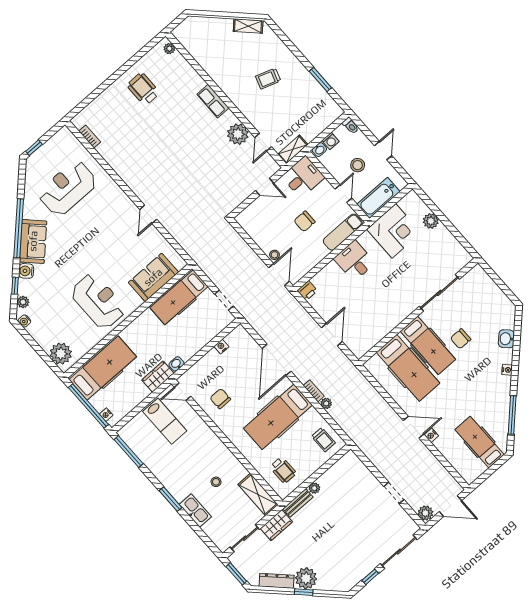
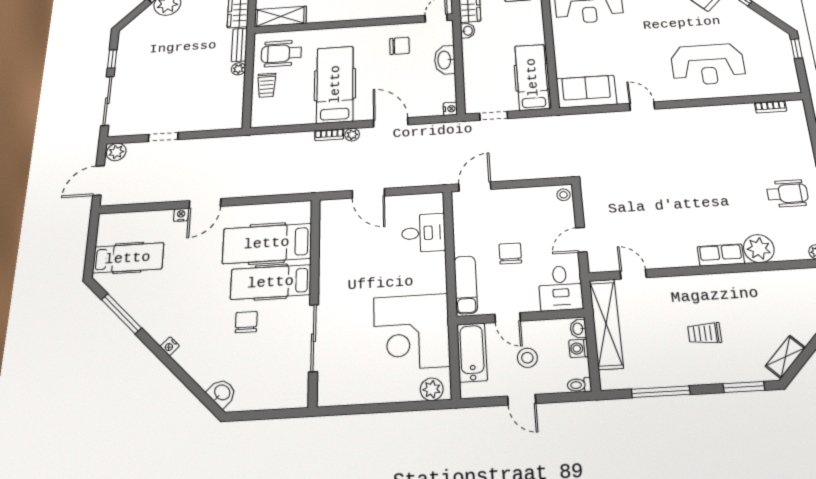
window: (283, 37) -> (744, 387), added
trolley: (268, 79) -> (705, 333), turned -109
window: (320, 79) -> (661, 392), width x1.44
plant: (238, 134) -> (759, 249), moved
shelving: (293, 149) -> (606, 324), width x2.20, depth x1.33
reception desk: (68, 188) -> (708, 64), moved, turned 90
plant: (431, 221) -> (432, 389), moved
corner desk: (394, 231) -> (411, 332), width x1.36, depth x1.36
stool: (274, 255) -> (564, 195), moved
desk: (354, 261) -> (424, 233), moved
door: (279, 275) -> (475, 187), swing flipped
sofa: (153, 277) -> (586, 92), moved, turned -90
printer: (307, 291) -> (434, 202), removed
washbasin: (506, 339) -> (222, 393), moved
nightstand: (221, 346) -> (450, 109), moved
door: (277, 360) -> (391, 122), width x0.73
washbasin: (208, 361) -> (445, 60), added
plant: (326, 403) -> (352, 135), moved
trolley: (323, 440) -> (267, 85), moved, turned -90
wheelchair: (283, 470) -> (281, 53), width x1.36, depth x1.37

